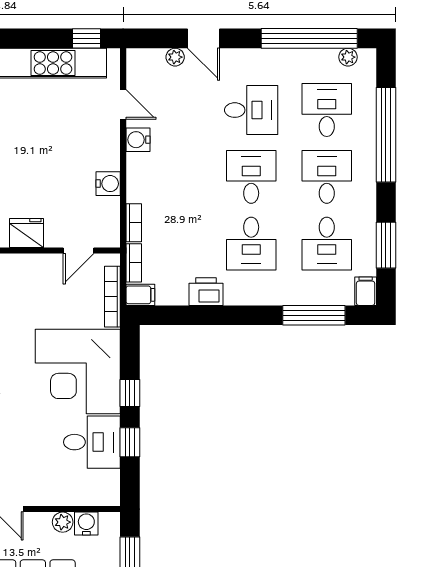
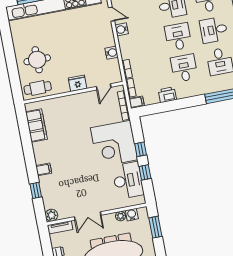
desk: (327, 177) -> (214, 30), turned -90
desk: (251, 244) -> (184, 68), turned 180
desk: (92, 442) -> (128, 180), width x1.37

